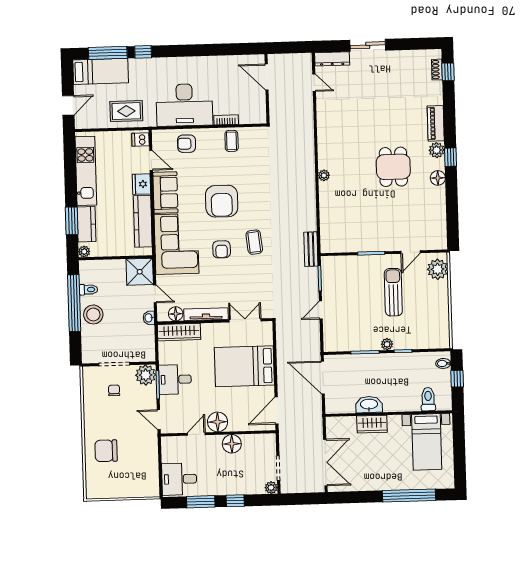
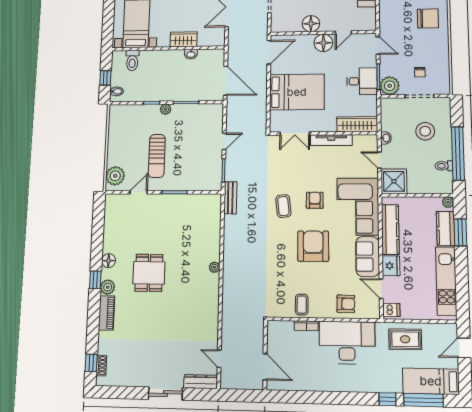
stool: (93, 314) -> (425, 131), moved
floor lamp: (176, 314) -> (360, 141), removed
washbasin: (369, 405) -> (191, 54), width x0.52, depth x0.69

